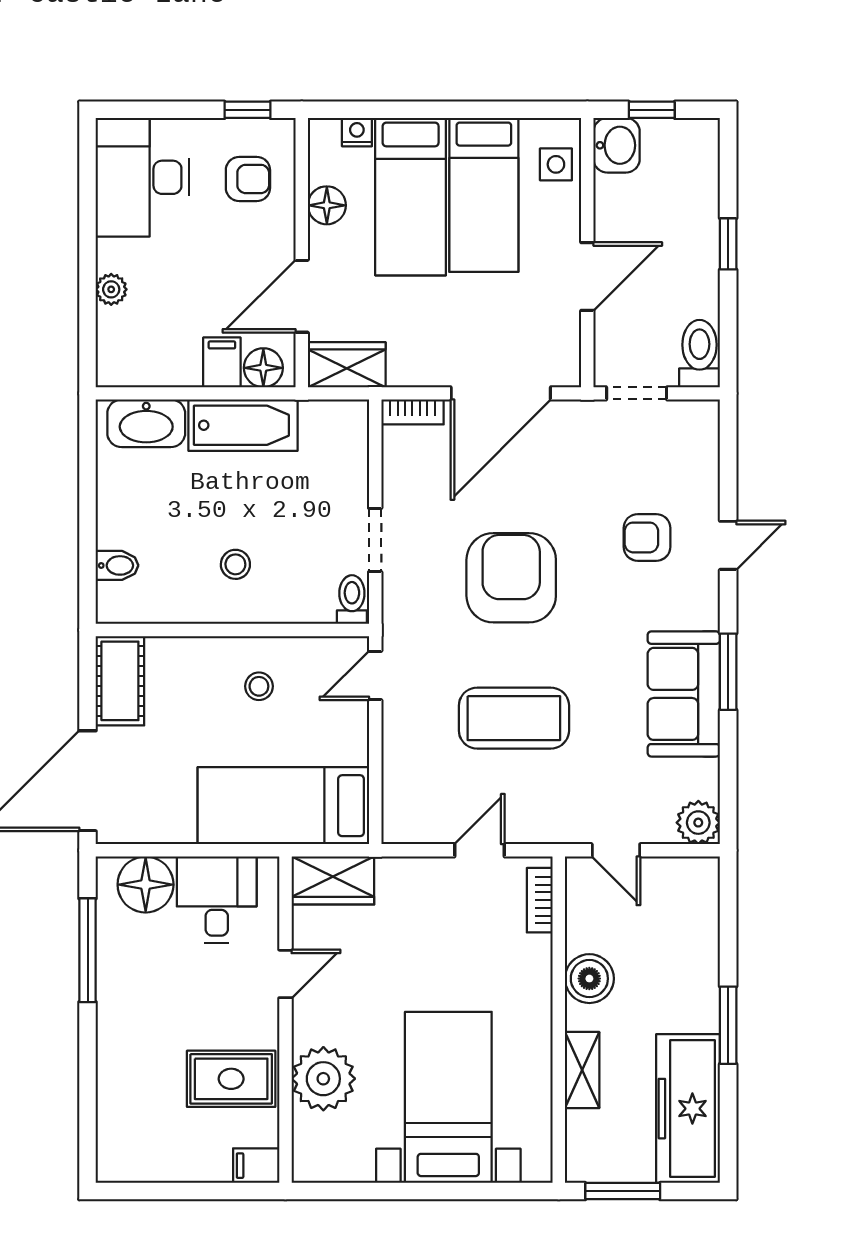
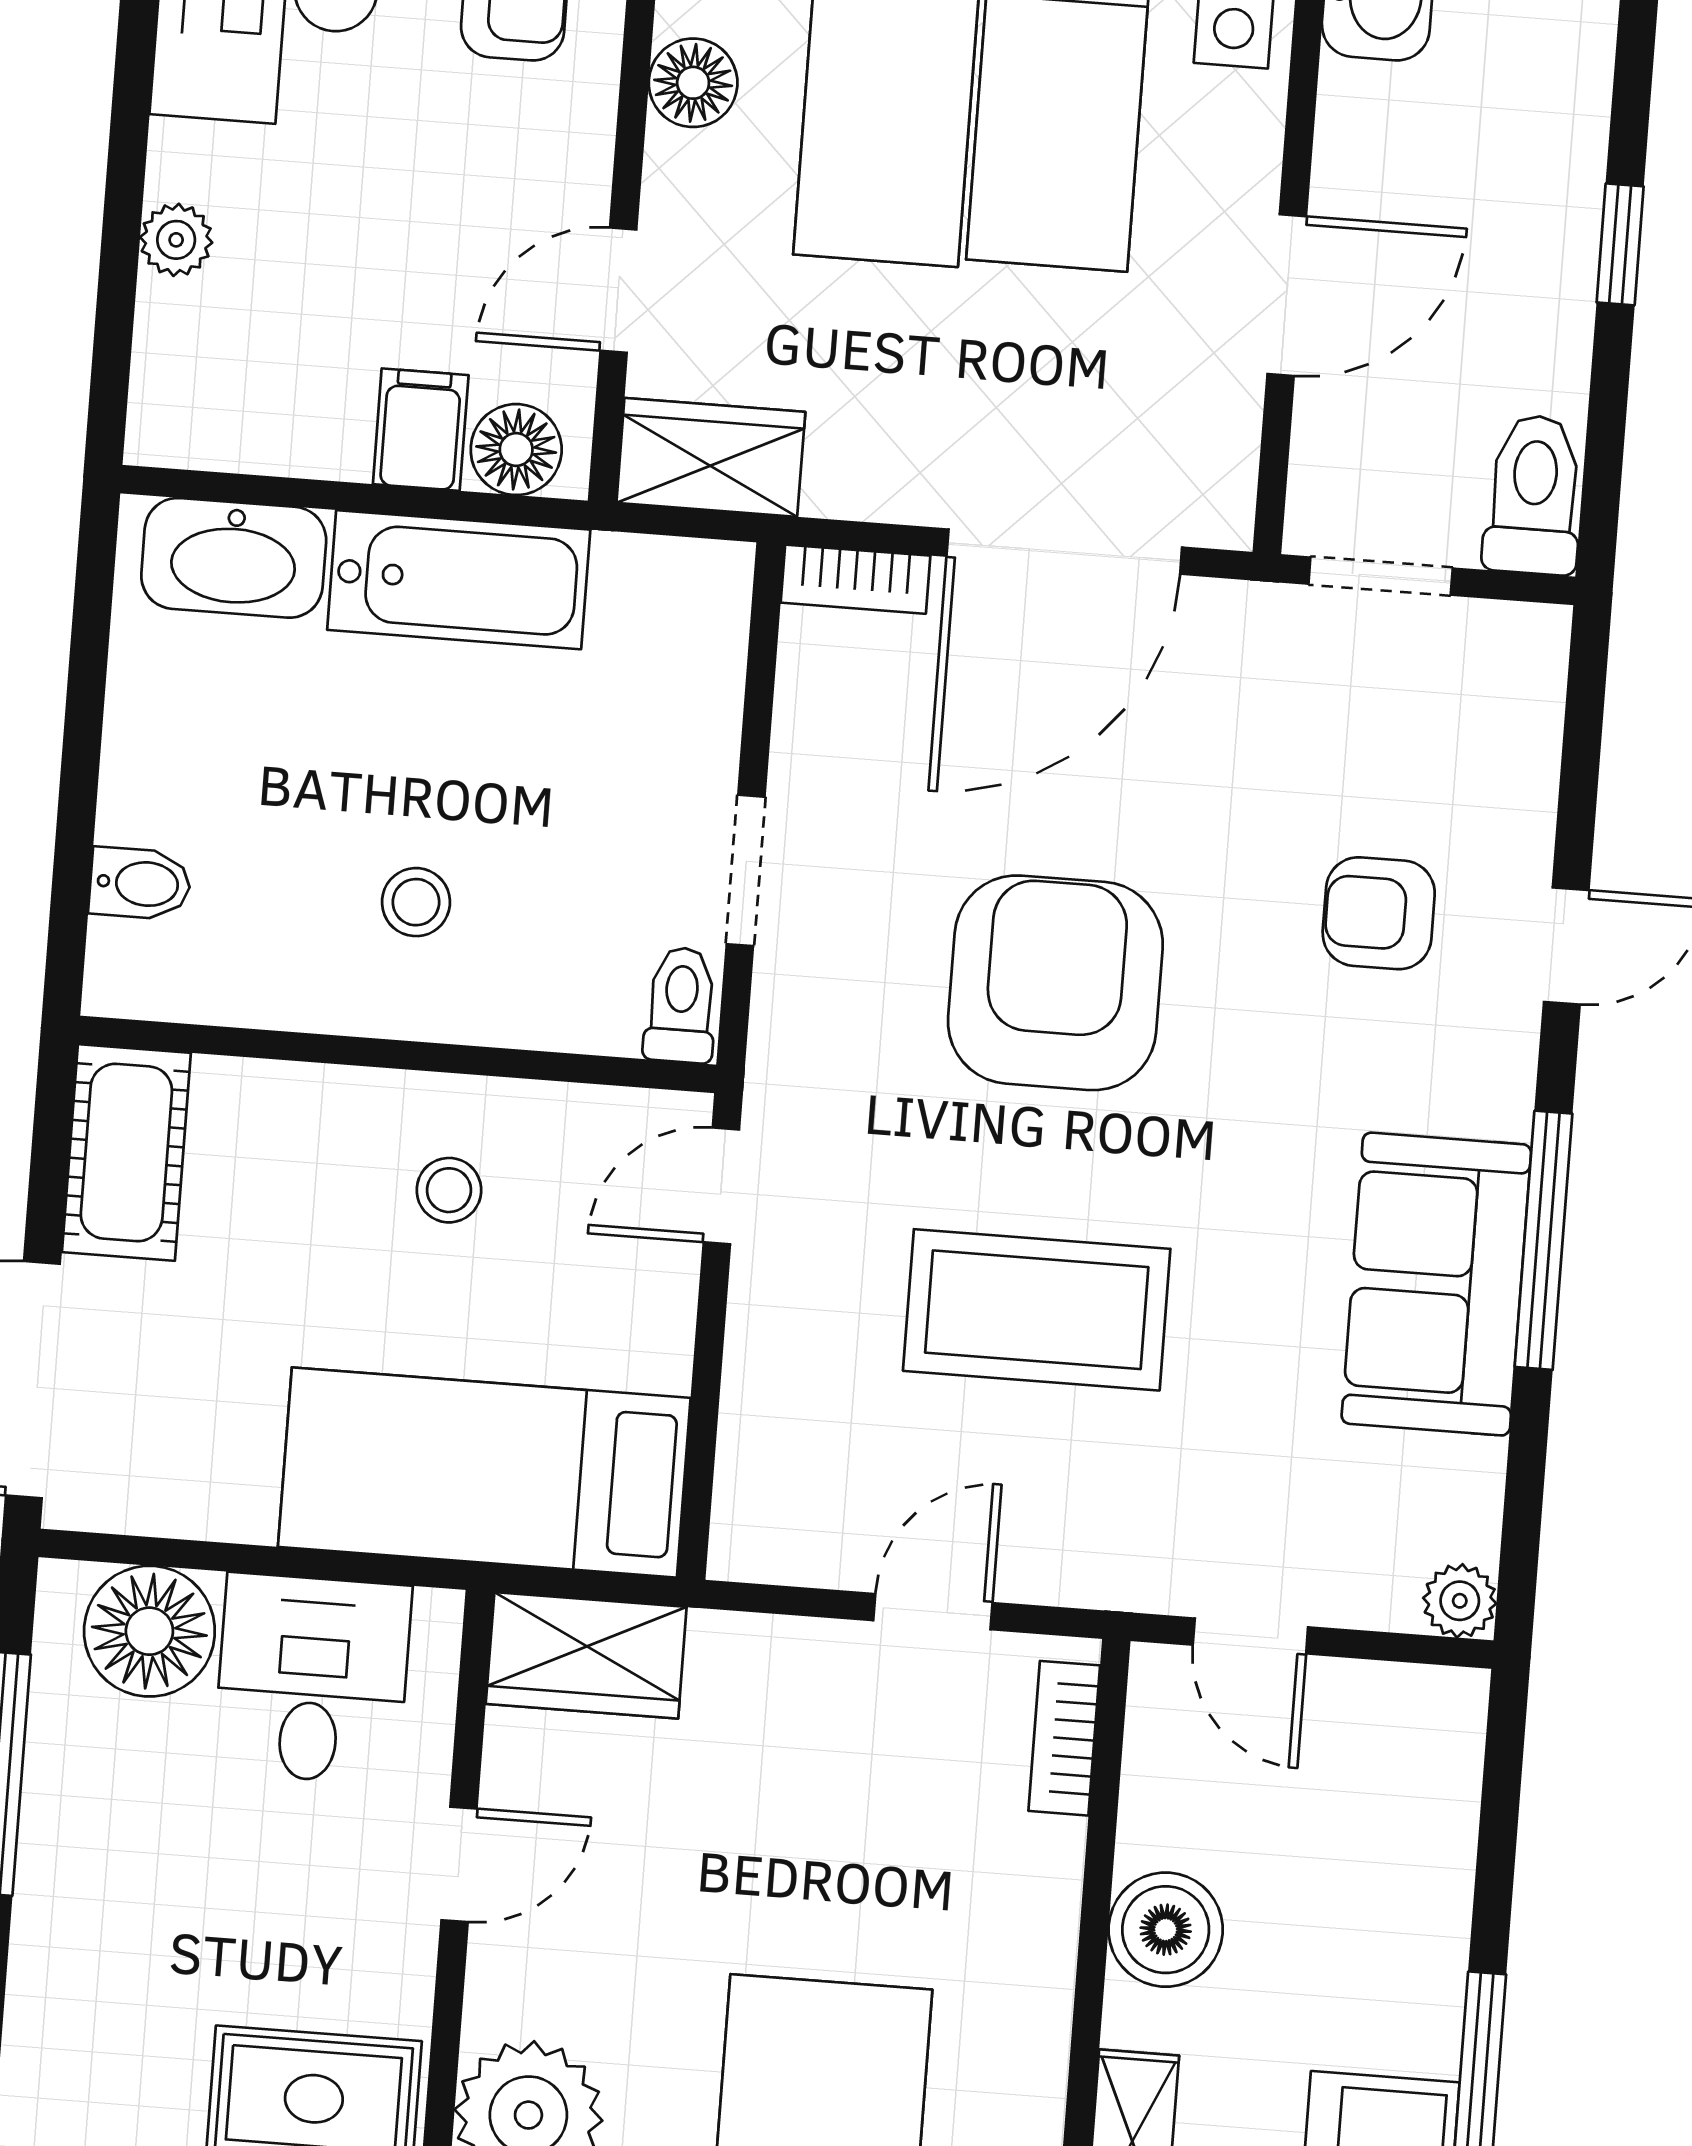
door: (302, 296) -> (618, 290), width x0.73
window: (728, 672) -> (1544, 1240), width x1.44
plant: (698, 823) -> (1460, 1601), width x0.73, depth x0.73

